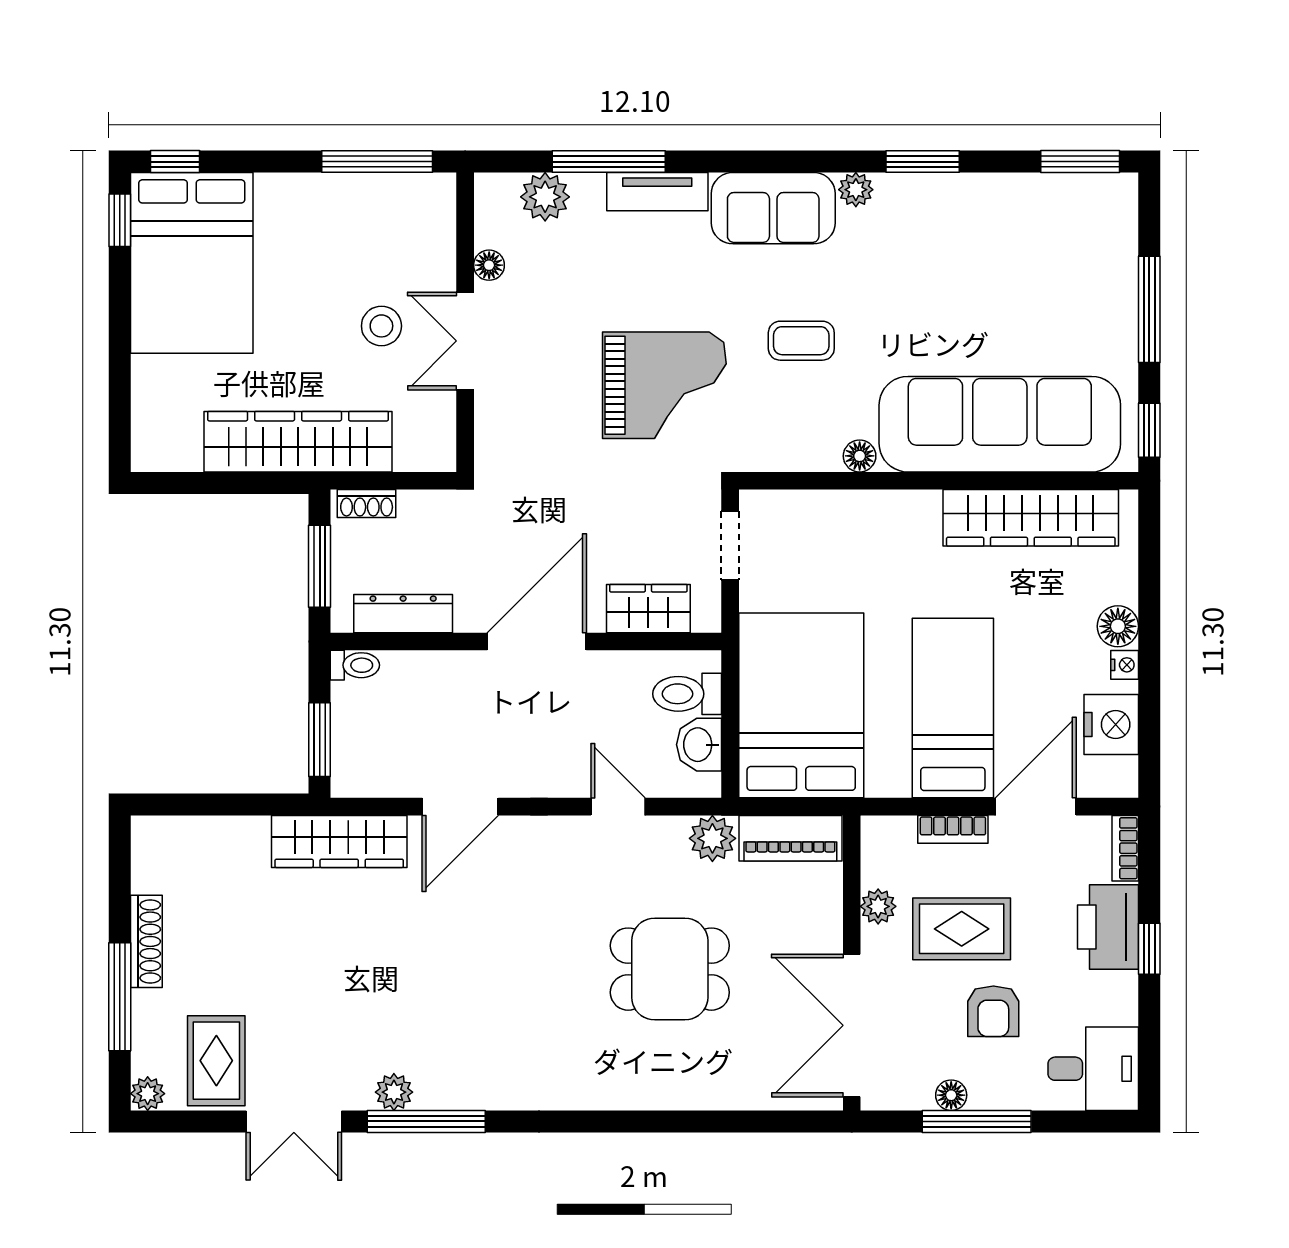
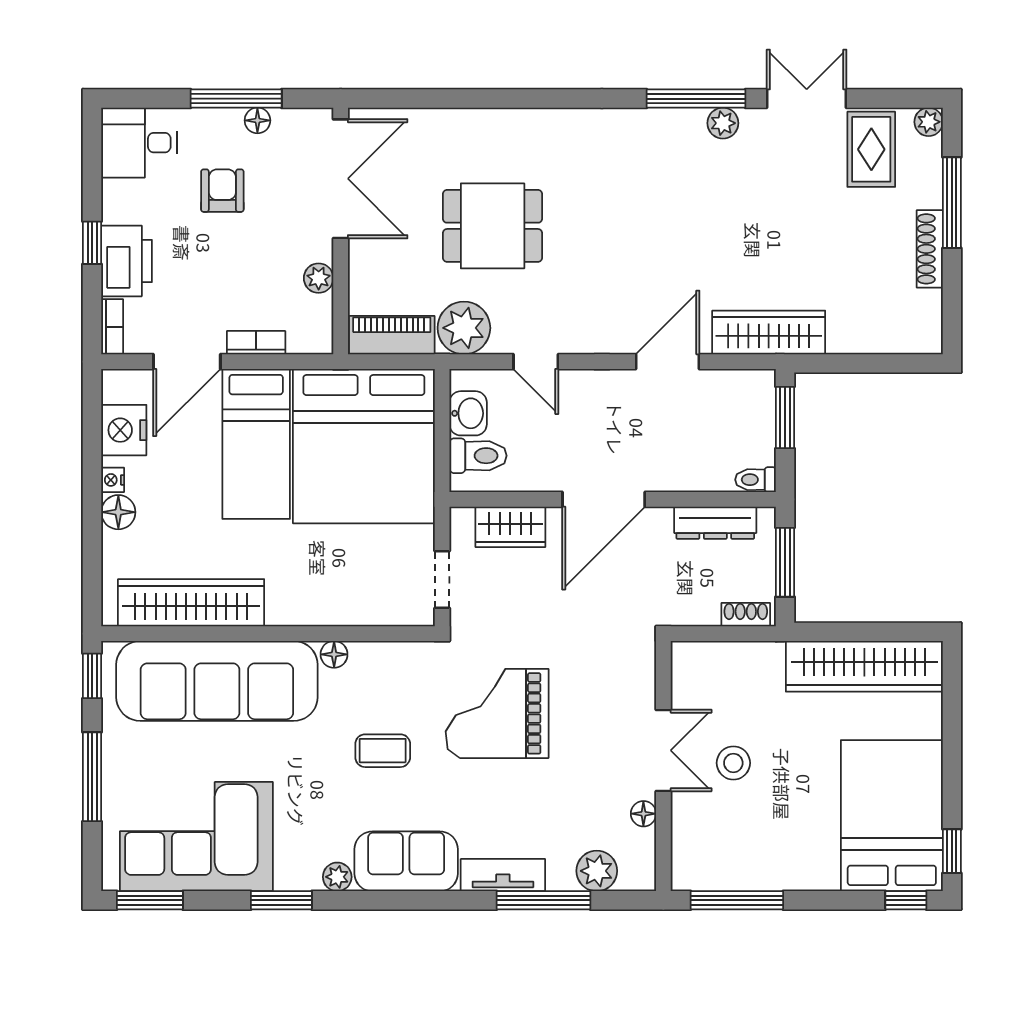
corner sofa: (1024, 238) -> (196, 837), added
wardrobe: (298, 442) -> (864, 666), moved
bed: (801, 705) -> (364, 446), width x1.36
plant: (712, 838) -> (464, 328), width x1.36, depth x1.36
rug: (962, 929) -> (249, 259), removed

